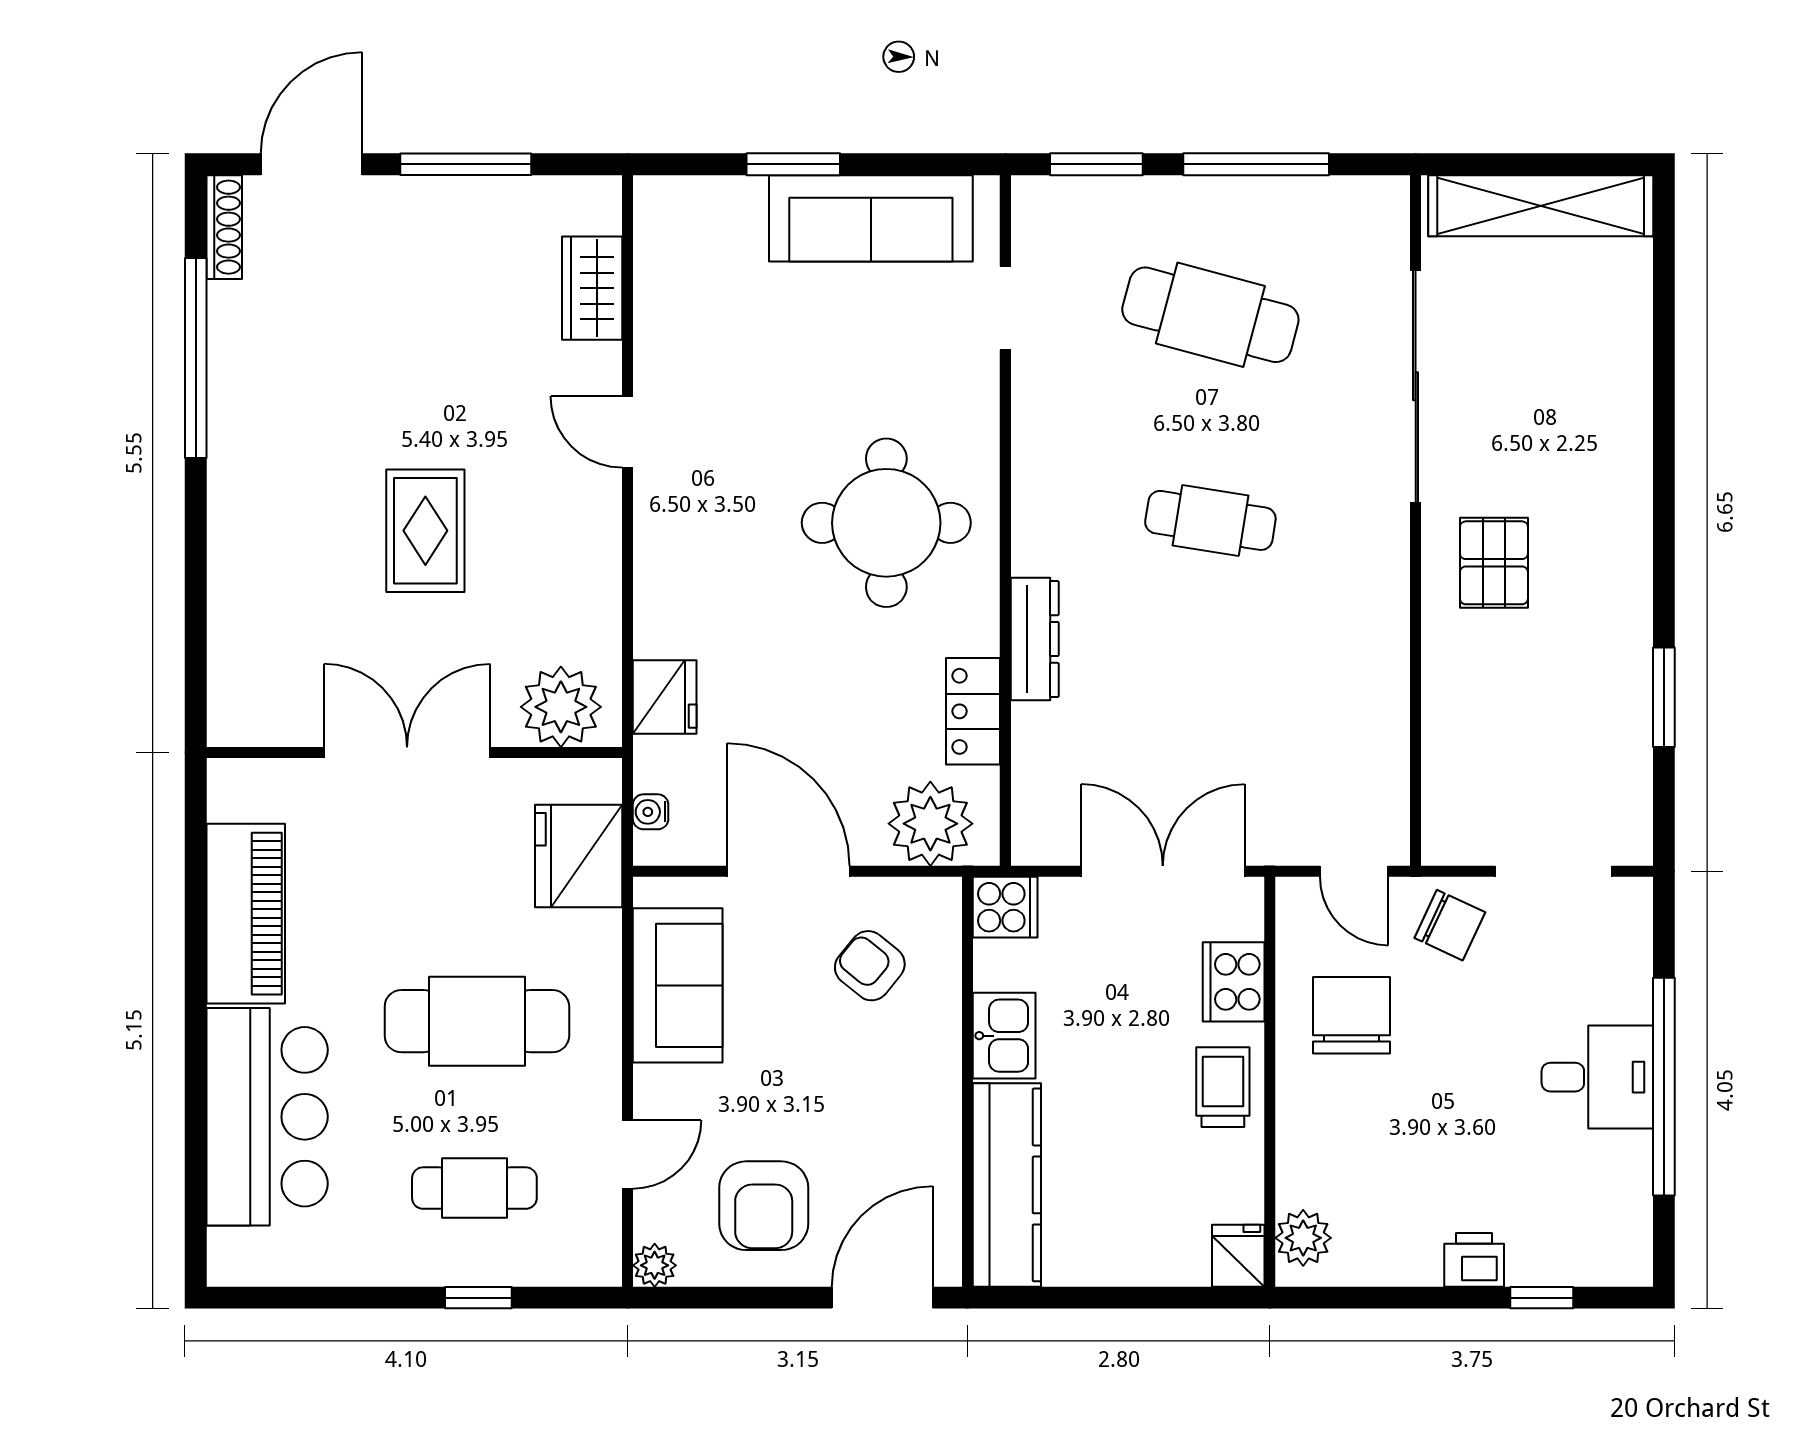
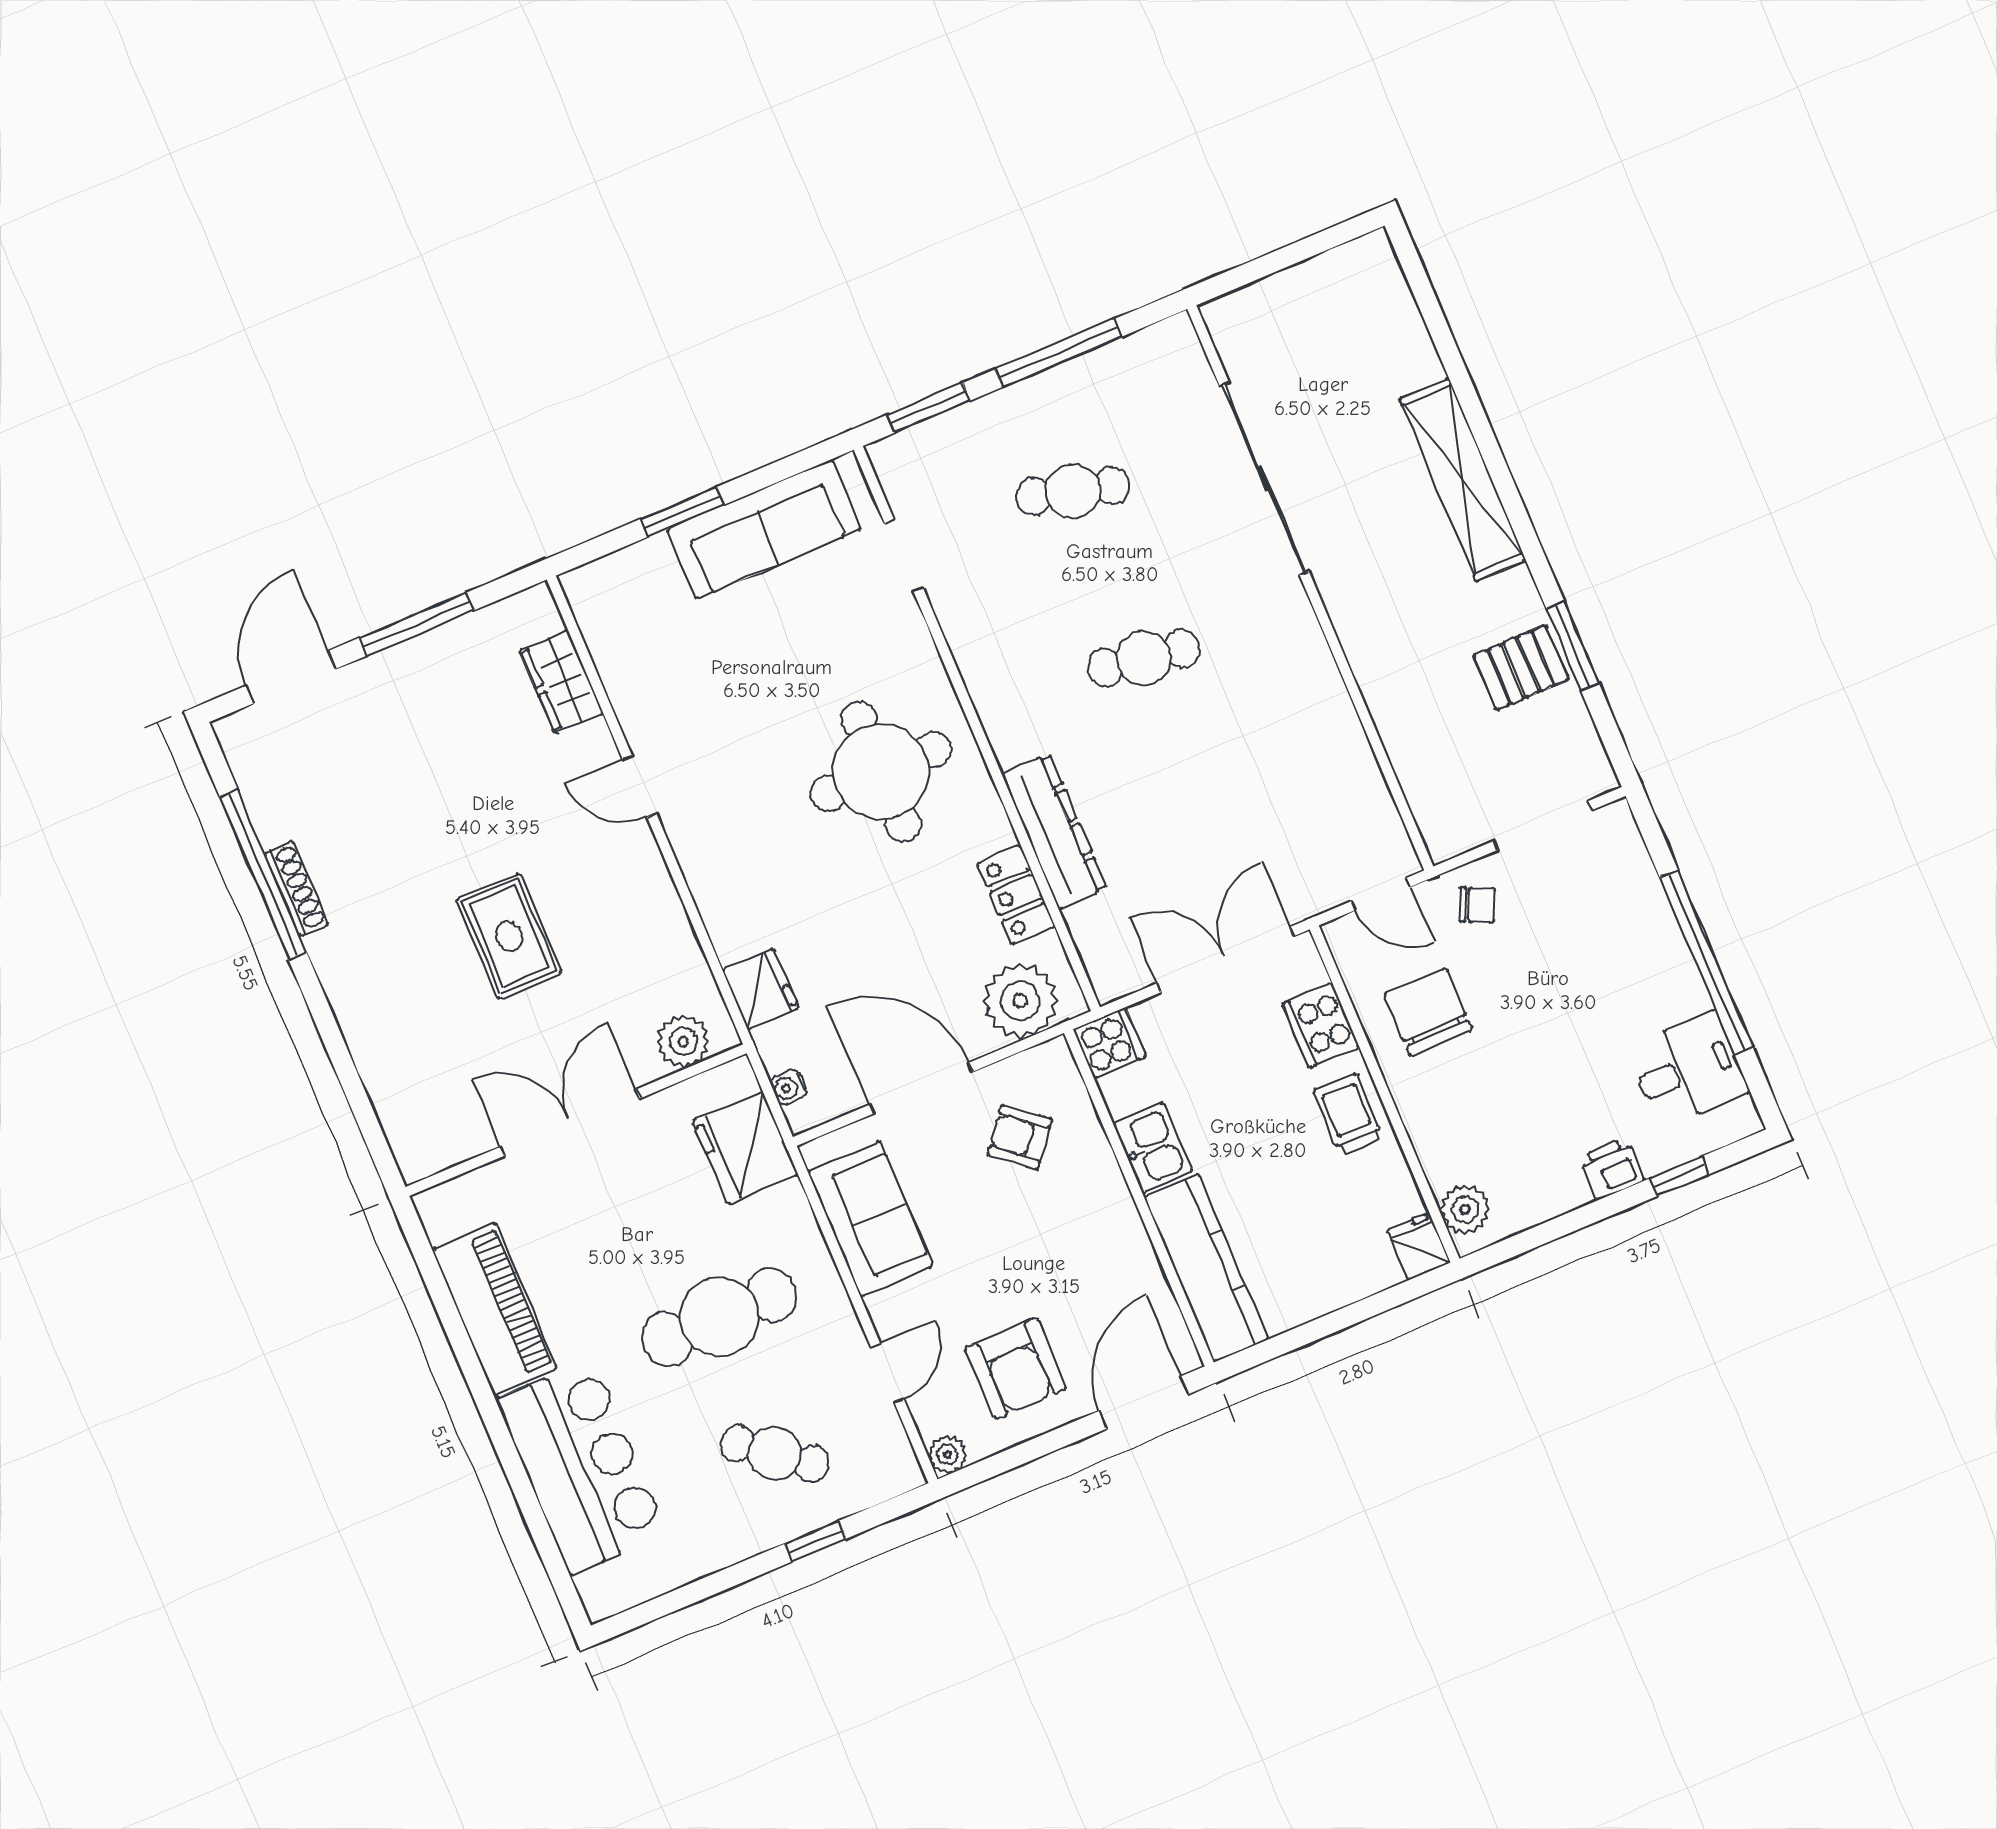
shelving: (1541, 206) -> (1463, 480), moved, turned 90
shoe rack: (224, 227) -> (296, 889), moved
cafe table: (1210, 315) -> (1073, 491), width x0.73, depth x0.74
pallet: (1494, 563) -> (1521, 668), moved, turned 90
dresser: (1035, 639) -> (1054, 831), width x1.37, depth x1.24
plant: (561, 707) -> (683, 1041), width x0.73, depth x0.73
chair: (1450, 925) -> (1477, 905), width x0.73, depth x0.73
desk: (1597, 1077) -> (1688, 1070), moved
cafe table: (474, 1188) -> (775, 1453), turned 38

